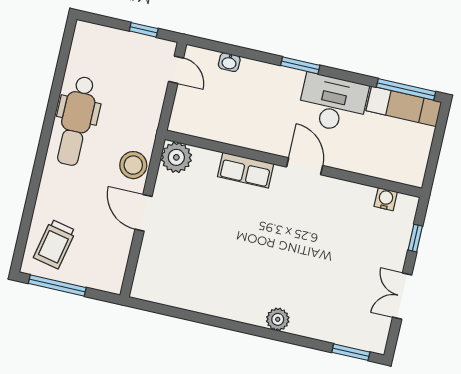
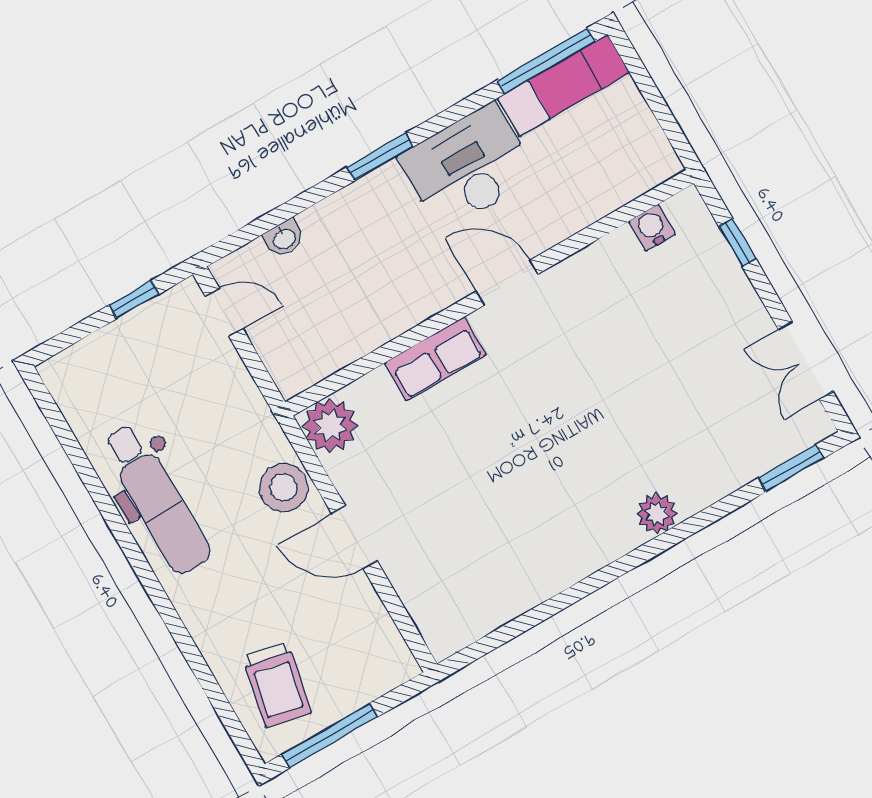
double door: (402, 296) -> (806, 360), moved

